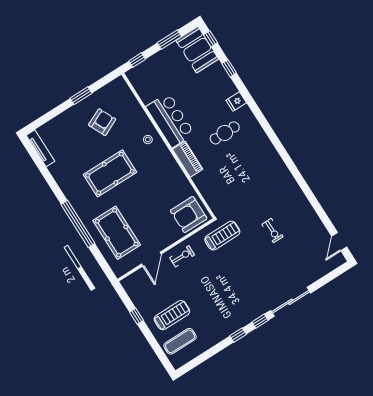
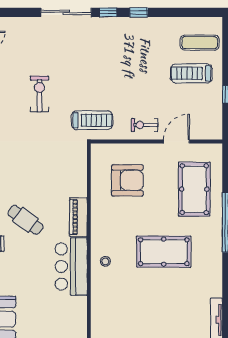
armchair: (102, 122) -> (139, 307), removed
cafe table: (225, 133) -> (26, 220), turned 36
armchair: (189, 215) -> (127, 180), moved
exercise bike: (272, 231) -> (39, 94), width x1.38, depth x1.39
treadmill: (222, 236) -> (92, 120), turned 180

